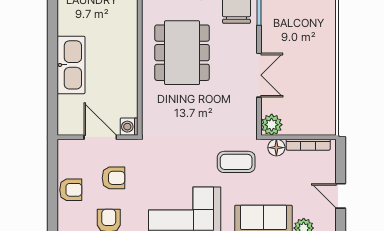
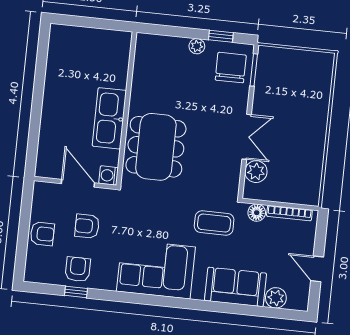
dining table: (182, 53) -> (156, 147), moved
kitchen sink: (71, 65) -> (109, 118), moved, turned 180
plant: (272, 125) -> (256, 172), moved
armchair: (114, 178) -> (87, 226), turned 180

